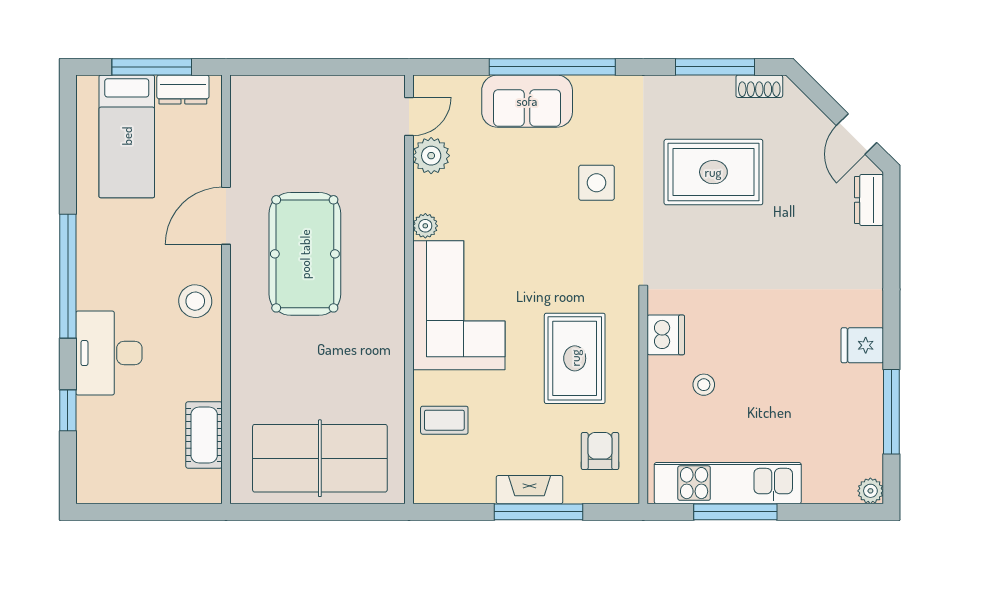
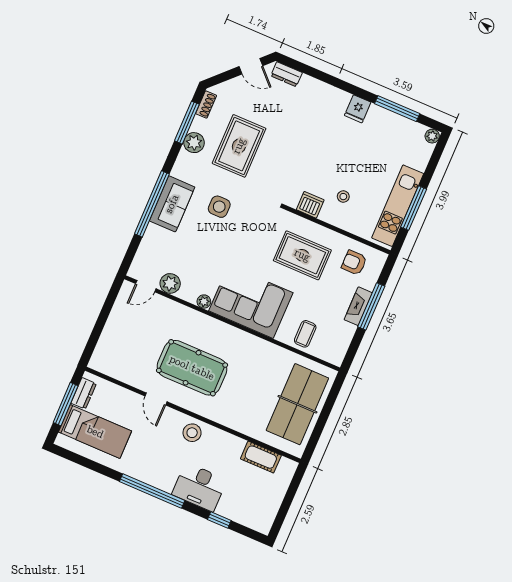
plant: (686, 94) -> (194, 143), added
sofa: (527, 101) -> (172, 204), moved
door: (409, 116) -> (146, 286), swing flipped
door: (226, 216) -> (156, 399), width x0.73

